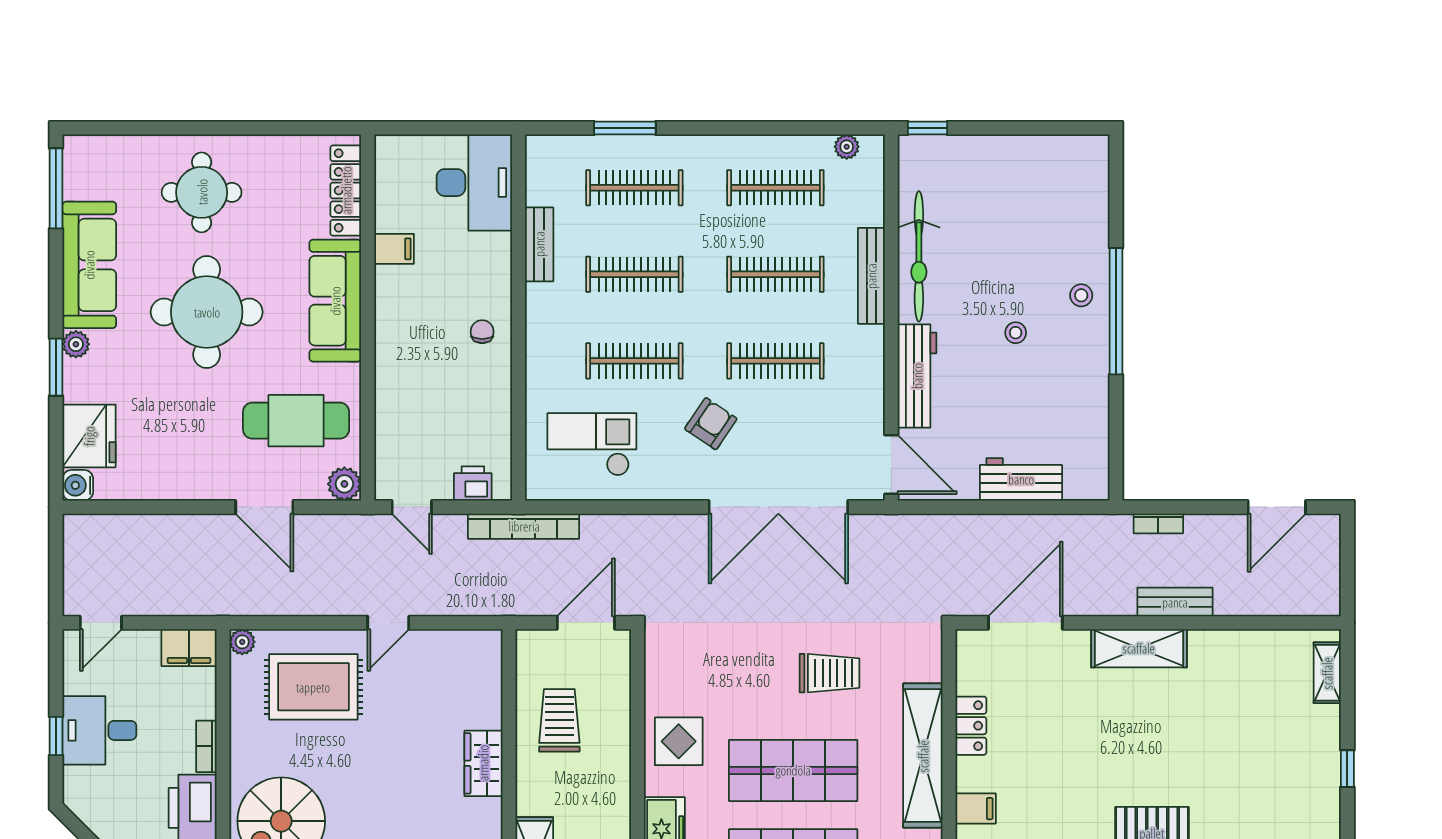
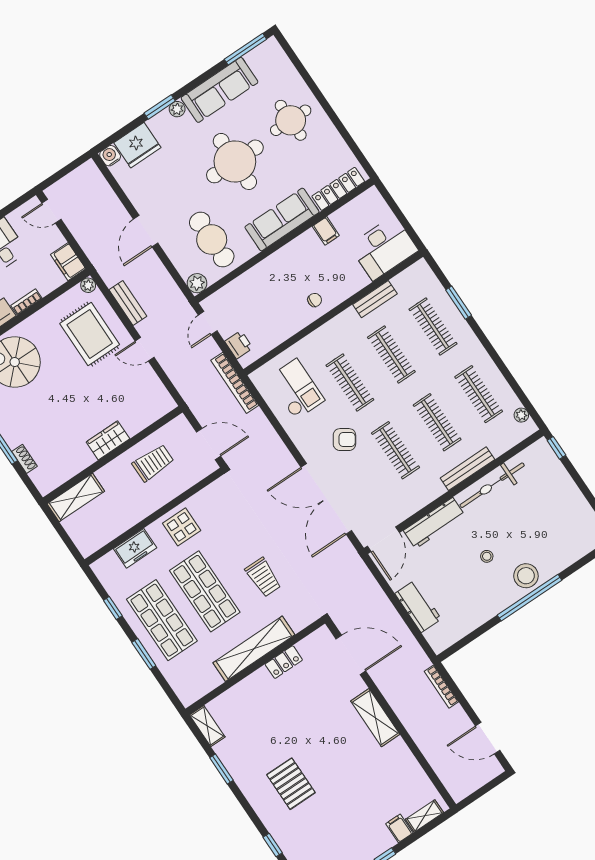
stool: (1081, 295) -> (526, 576), width x1.89, depth x1.89
door: (264, 507) -> (146, 231), moved
bookcase: (1158, 523) -> (441, 687), width x1.56
bench: (1175, 602) -> (128, 303), moved
filing cabinet: (976, 809) -> (399, 828), moved, turned 180

